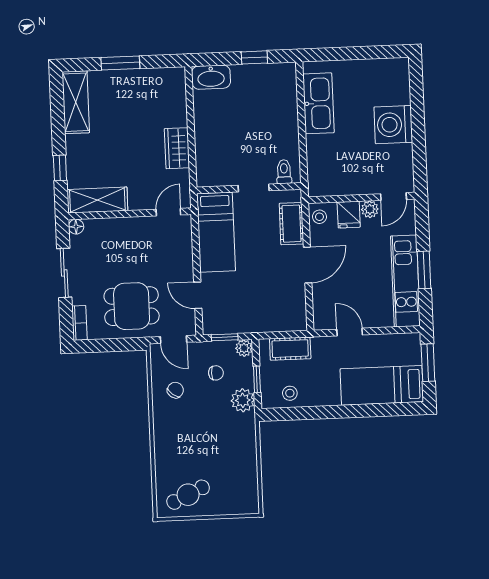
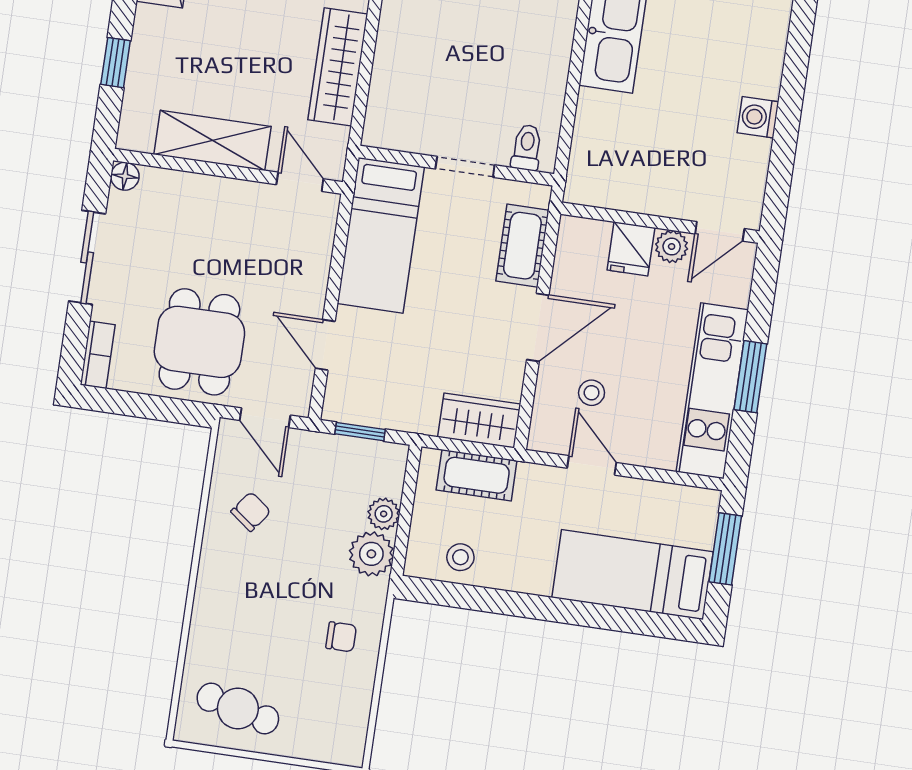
washing machine: (393, 125) -> (758, 117), width x0.53, depth x0.53
wardrobe: (177, 148) -> (338, 67), width x1.50
shelving: (97, 200) -> (213, 140), moved
door: (168, 212) -> (300, 182), hinge flipped
stool: (319, 217) -> (592, 393), moved
dining table: (132, 306) -> (199, 342), turned 90
wardrobe: (286, 320) -> (479, 421), added
plant: (244, 348) -> (384, 514), moved
chair: (216, 373) -> (341, 637), moved
window: (257, 379) -> (405, 520), removed
cafe table: (188, 495) -> (238, 709), turned 39

